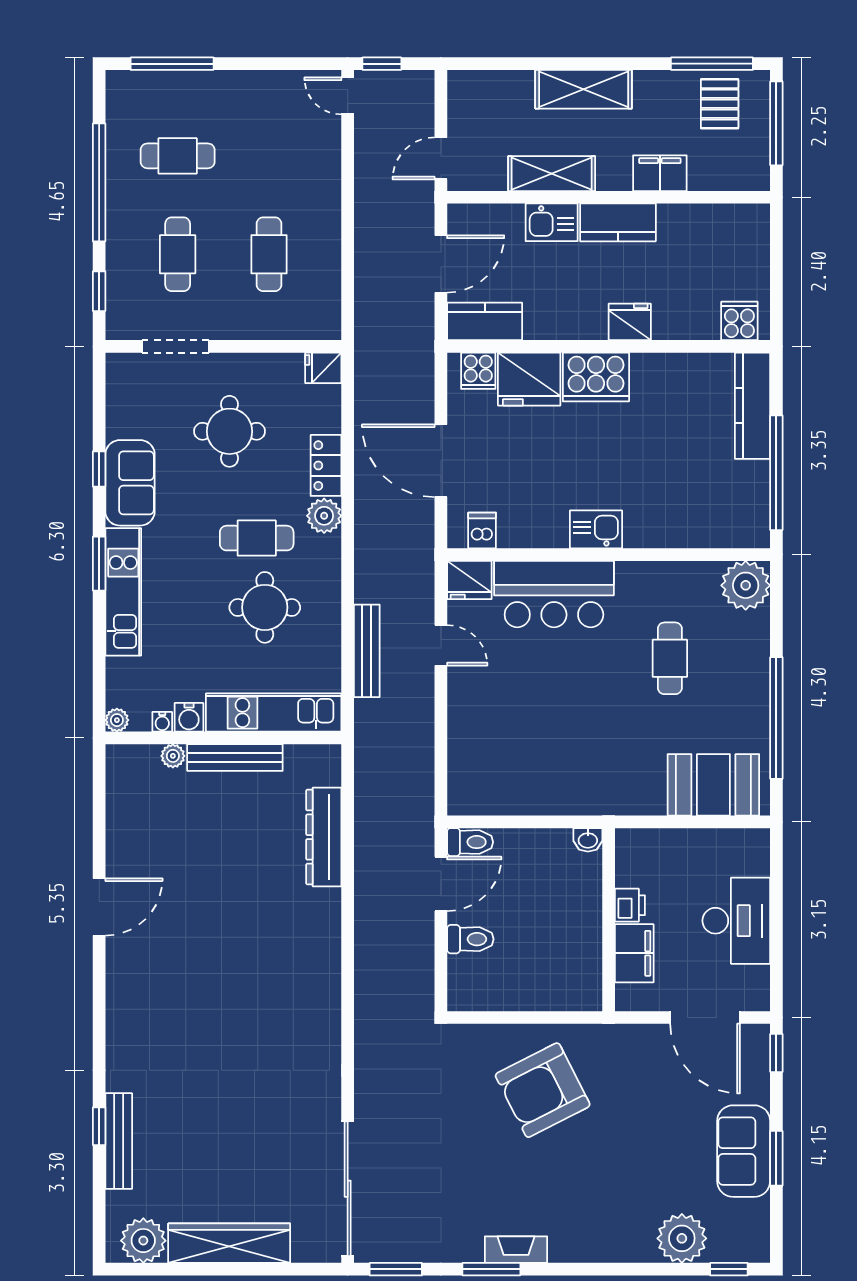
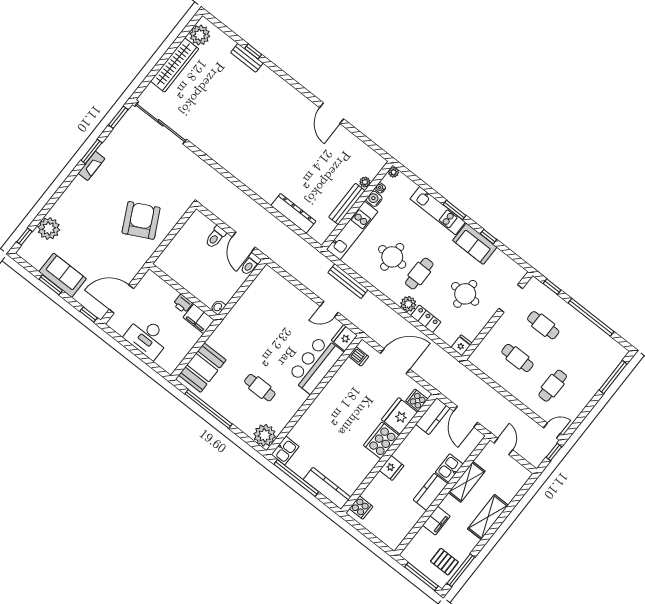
cafe table: (178, 156) -> (553, 386), moved
kitchen sink: (596, 529) -> (285, 450), moved
filing cabinet: (634, 953) -> (199, 319), moved
bench: (119, 1141) -> (247, 58), width x0.73

